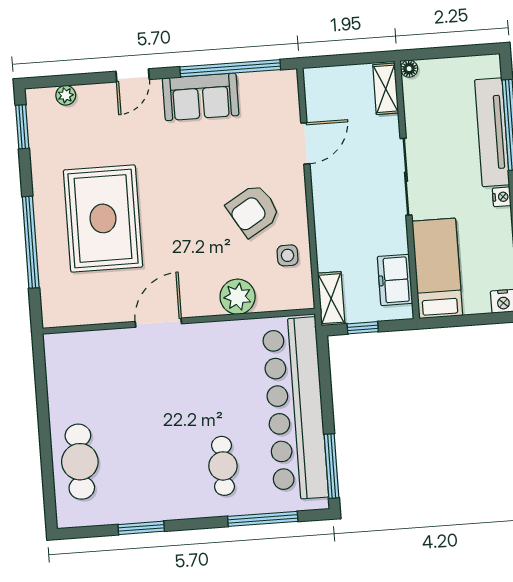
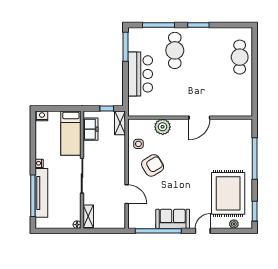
door: (305, 143) -> (127, 194), swing flipped
rug: (103, 218) -> (228, 193), moved
bar counter: (295, 409) -> (140, 74), width x0.54
cafe table: (223, 466) -> (175, 50), width x1.37, depth x1.35
window: (141, 528) -> (198, 25), moved

